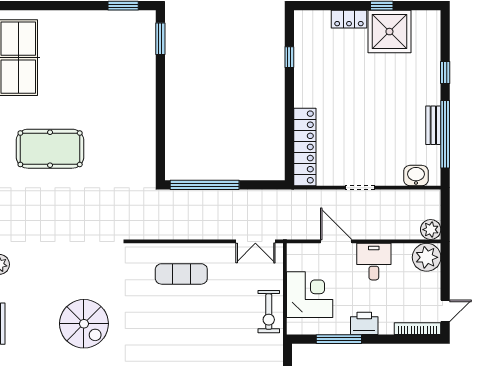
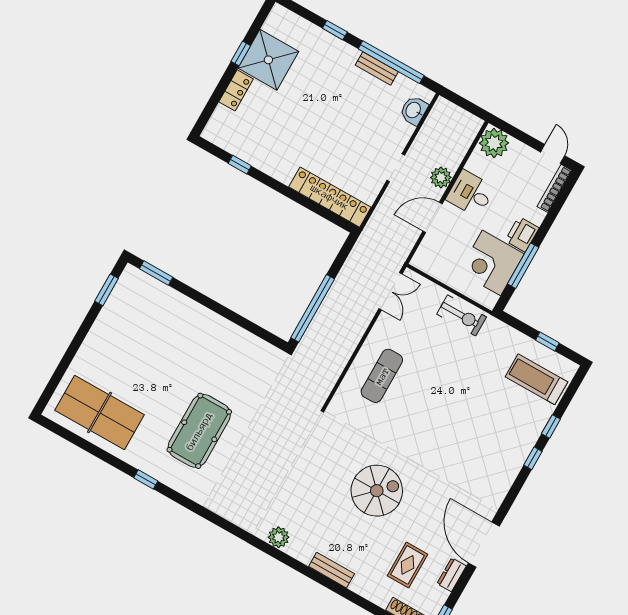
plant: (431, 230) -> (441, 177), moved
corner desk: (310, 295) -> (491, 263), moved, turned -90

